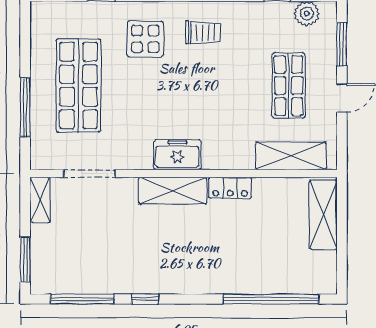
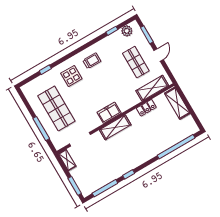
locker: (230, 188) -> (146, 108), moved

